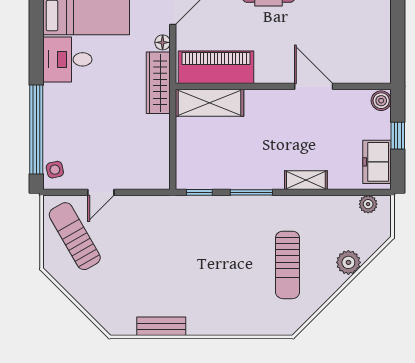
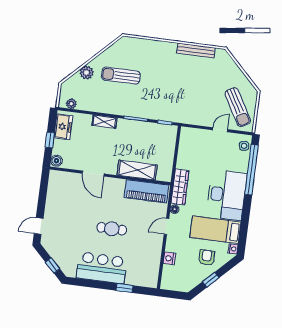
desk: (67, 59) -> (226, 195), width x1.87, depth x1.30
shelving: (210, 103) -> (137, 170), moved
sun lounger: (288, 265) -> (121, 76), turned -90
bench: (161, 326) -> (196, 50), width x1.36

